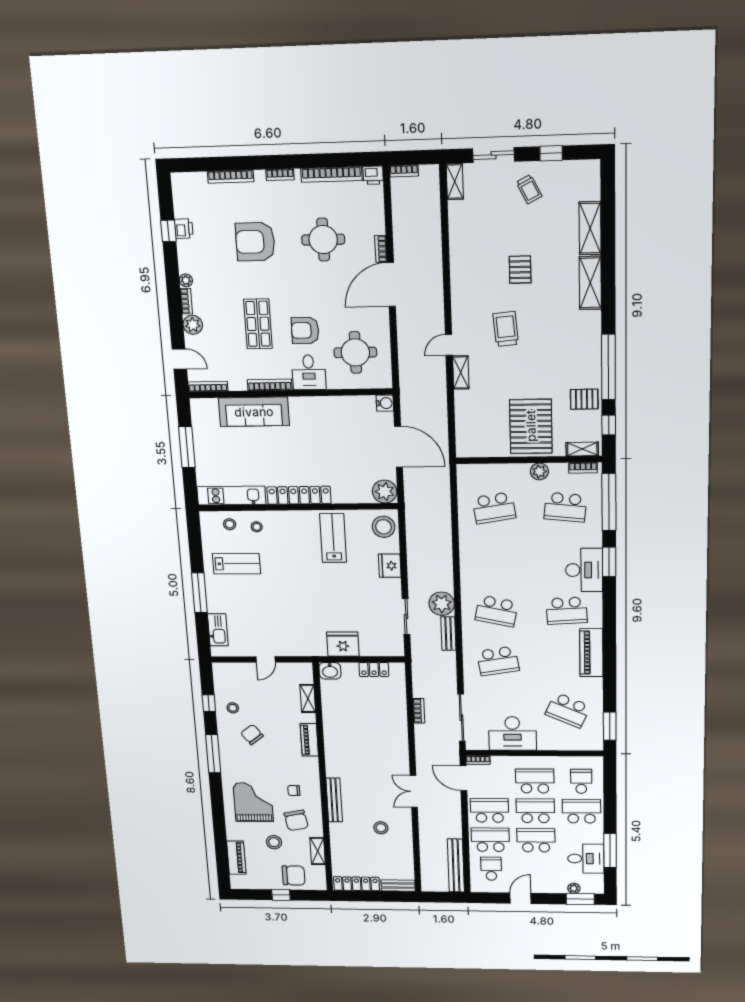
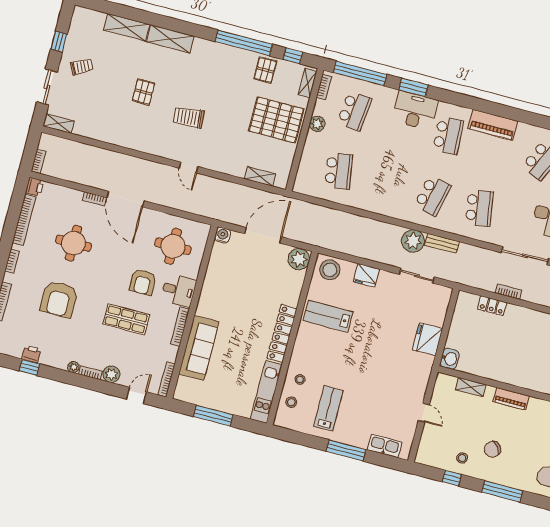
pallet: (520, 270) -> (144, 92), turned 90
shelving: (461, 372) -> (260, 176), moved
locker: (374, 669) -> (492, 306), moved, turned 90

